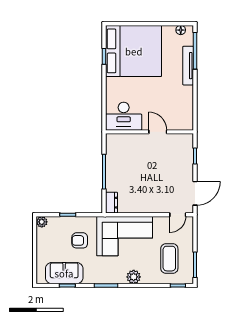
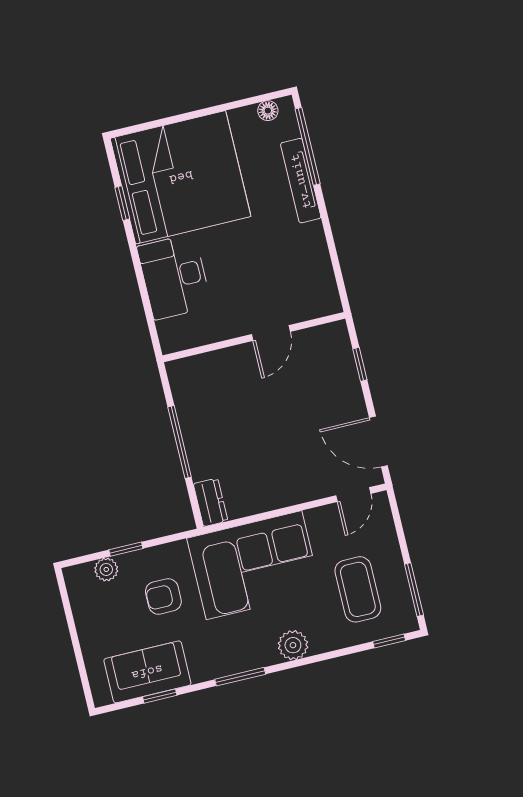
desk: (124, 116) -> (174, 277), moved, turned 90
door: (158, 132) -> (271, 333), swing flipped
door: (195, 193) -> (378, 442), swing flipped
plant: (42, 222) -> (106, 569), moved

